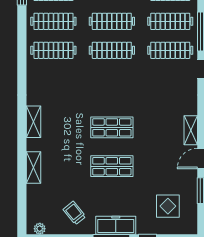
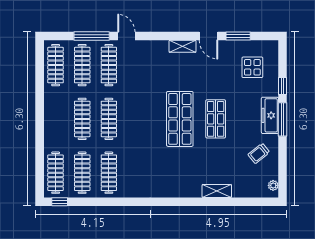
shelving: (34, 122) -> (175, 191), removed
shop shelf: (112, 127) -> (180, 119), width x1.43, depth x1.36

